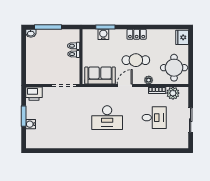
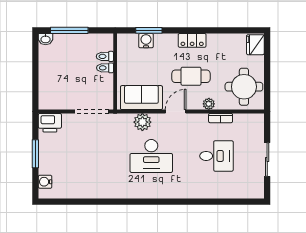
plant: (173, 93) -> (142, 122), moved
water cooler: (31, 124) -> (45, 182), moved

